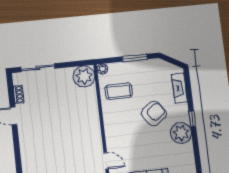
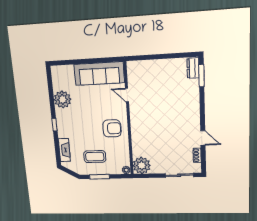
coffee table: (119, 91) -> (95, 157), moved
armchair: (154, 113) -> (112, 128), moved, turned -145
plant: (181, 133) -> (62, 99), moved

